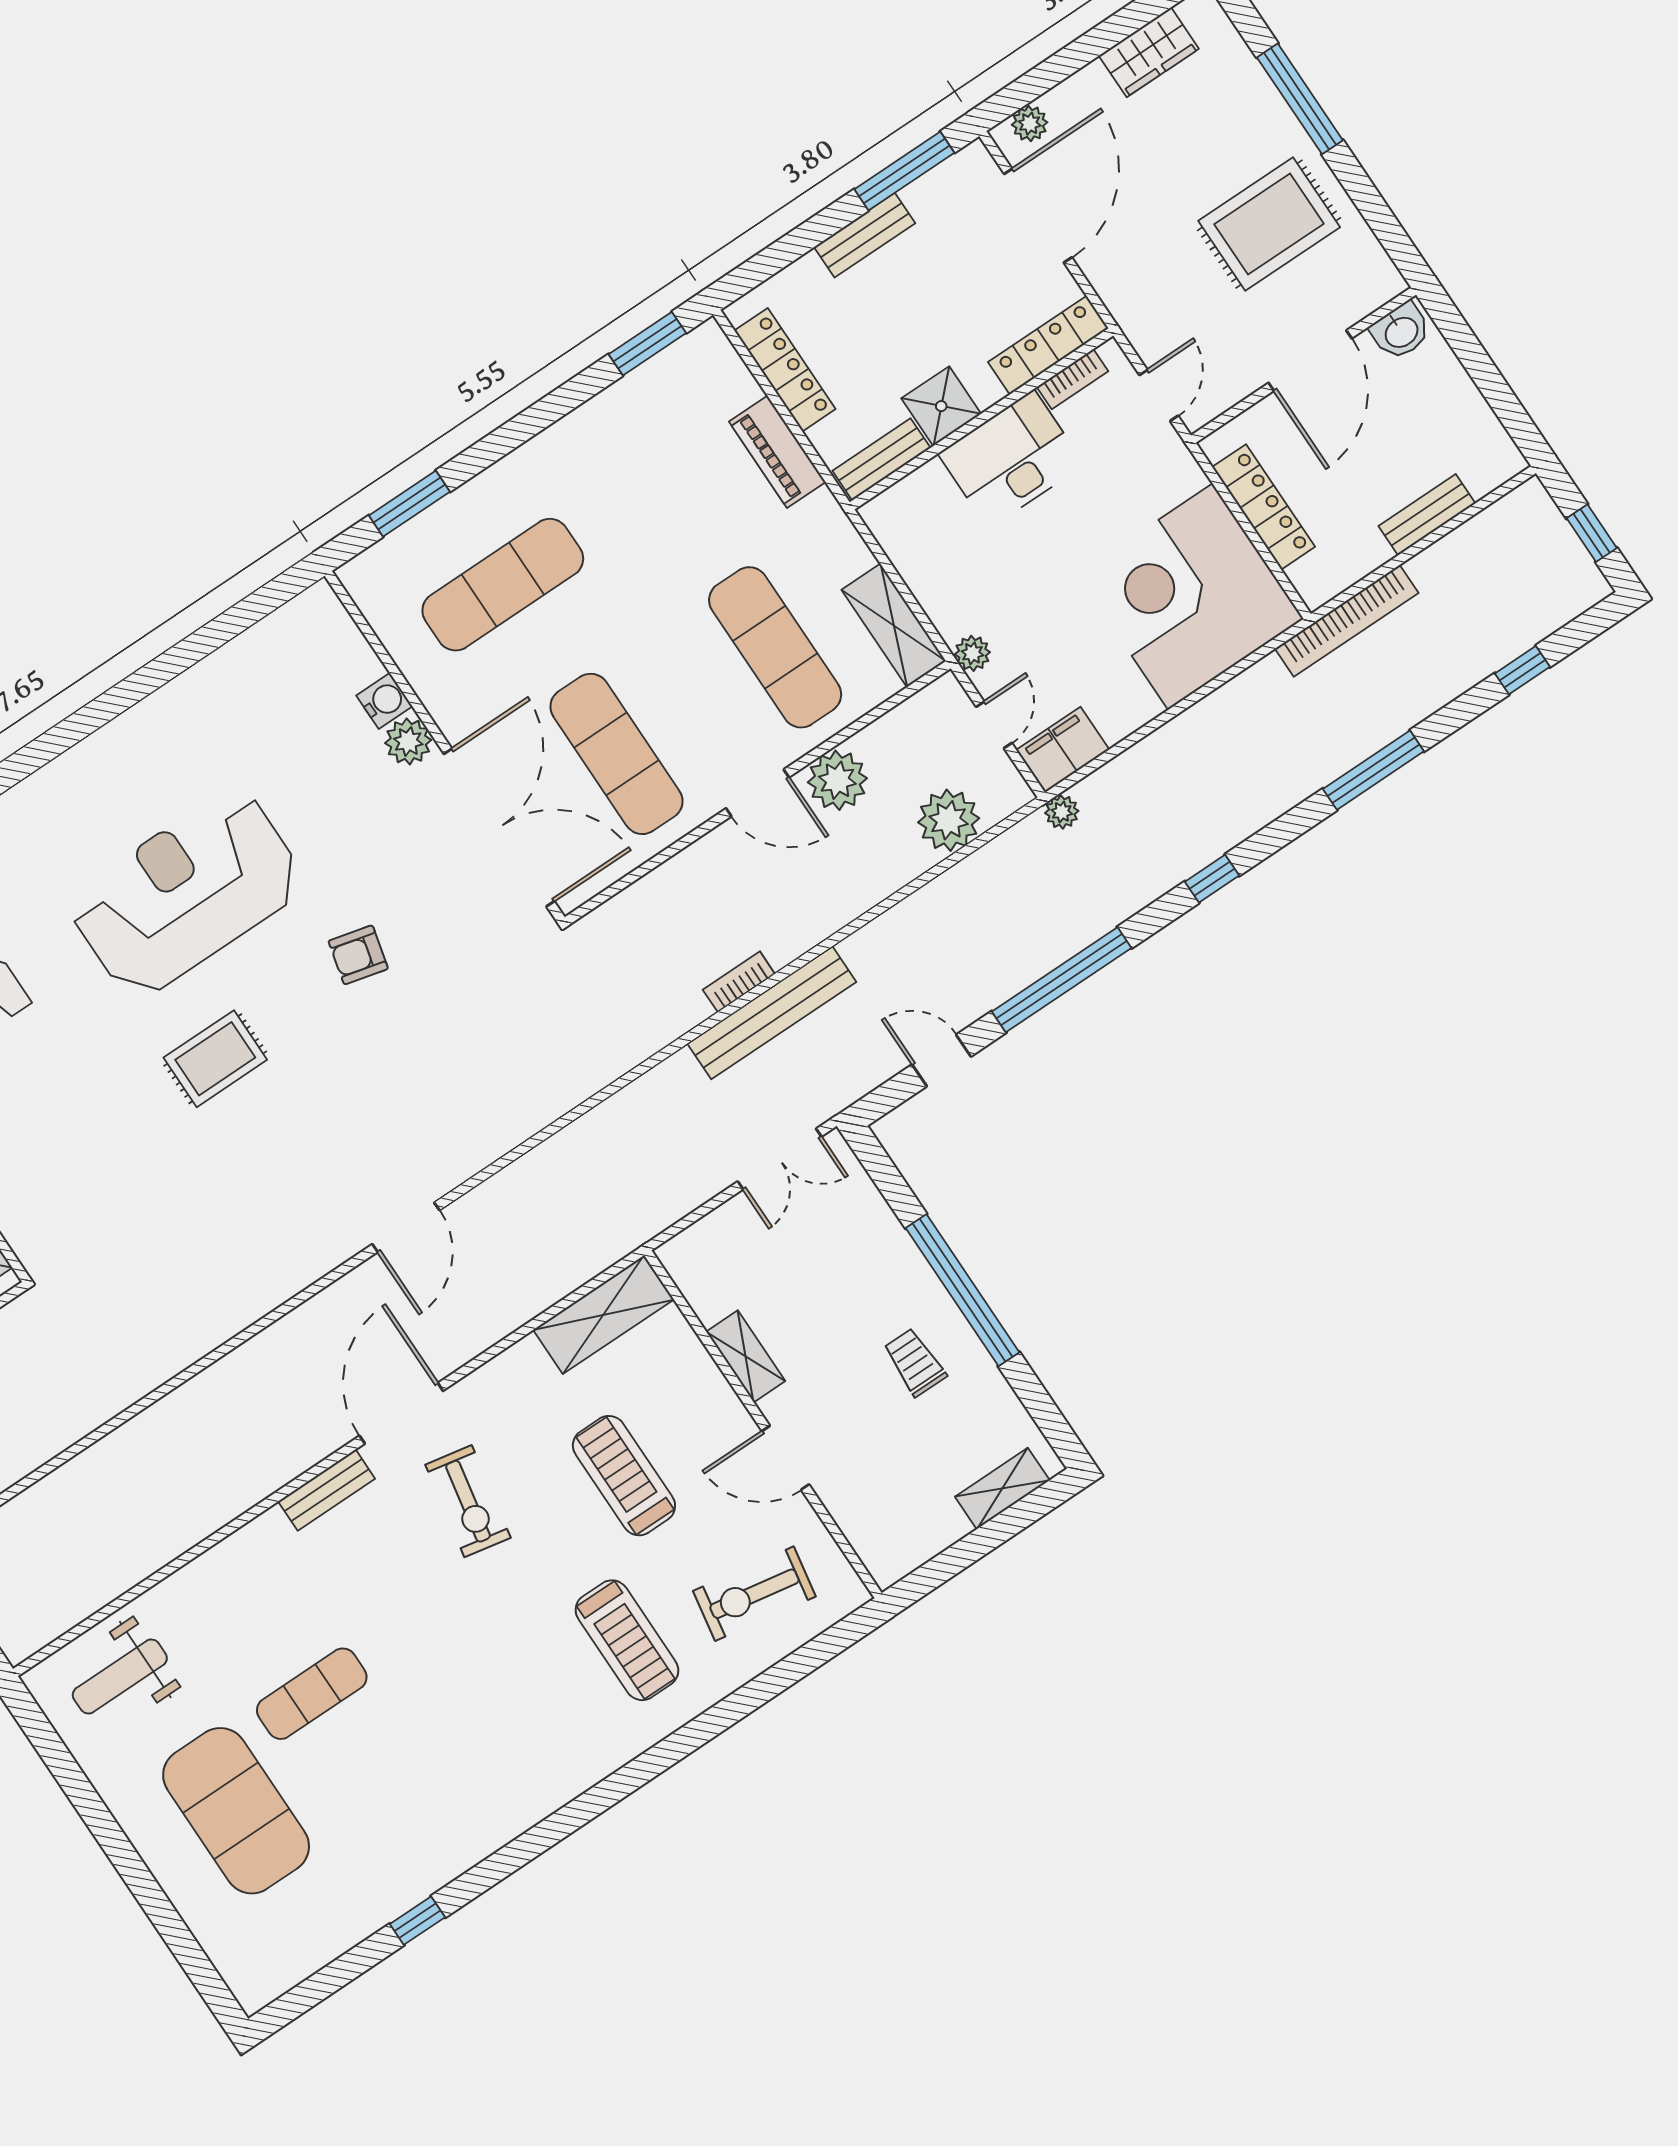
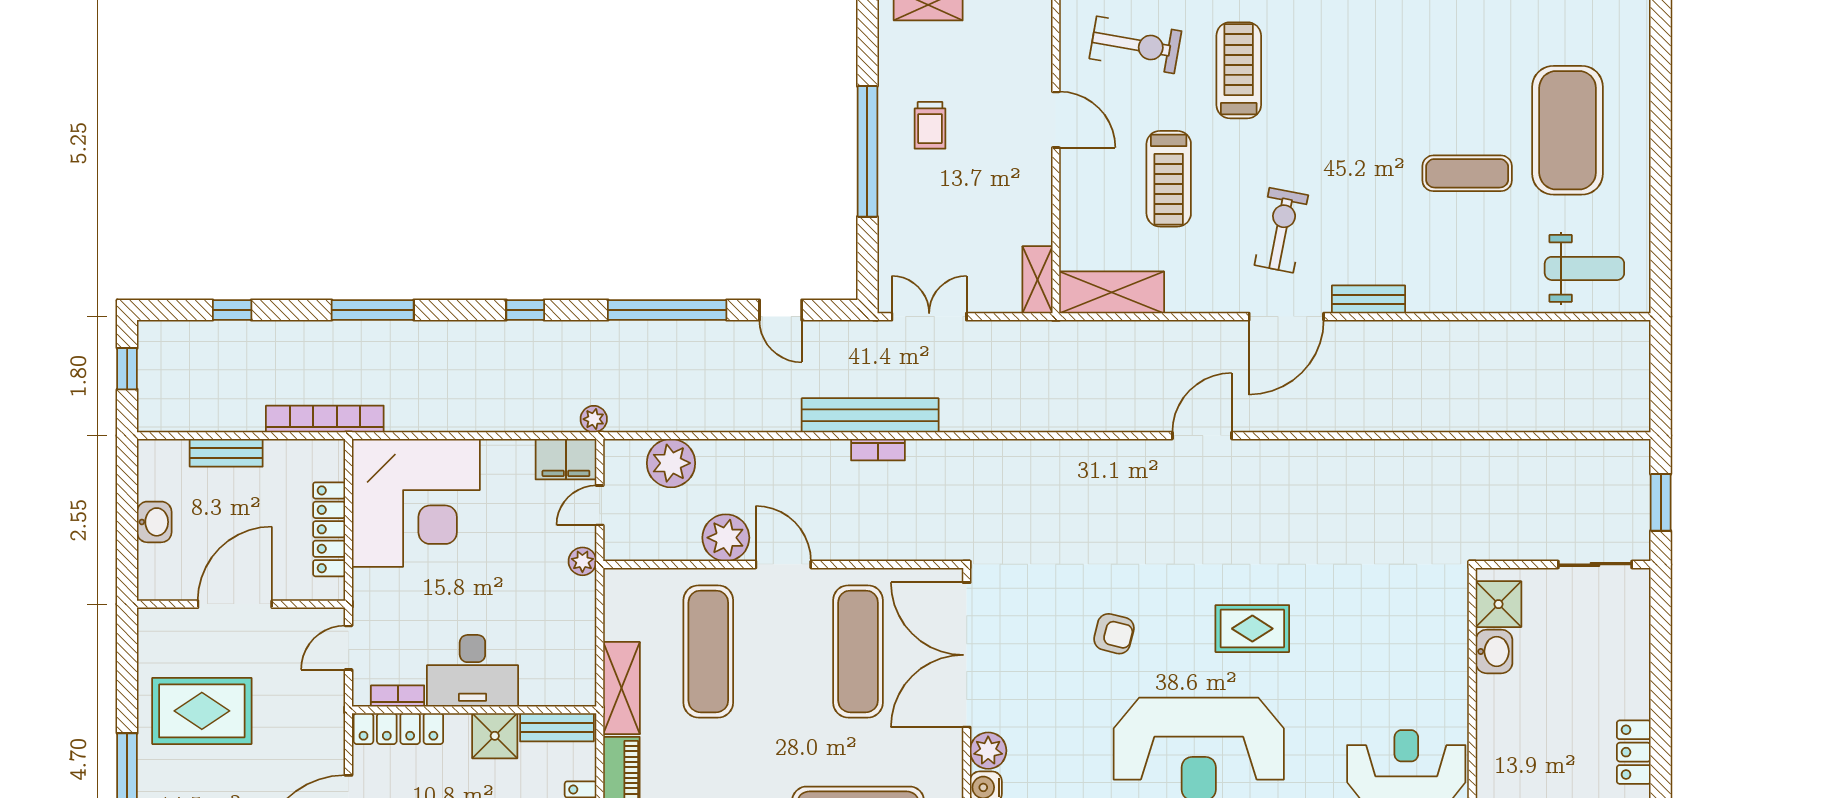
washbasin: (1401, 331) -> (154, 522), moved, turned 90
shelving: (894, 625) -> (621, 688), moved
shelving: (746, 1356) -> (1037, 280), moved

